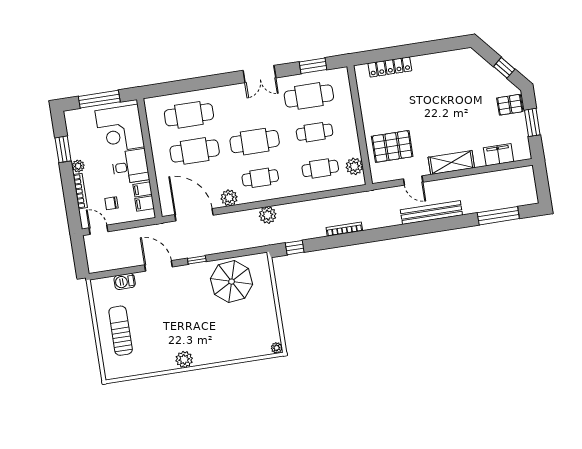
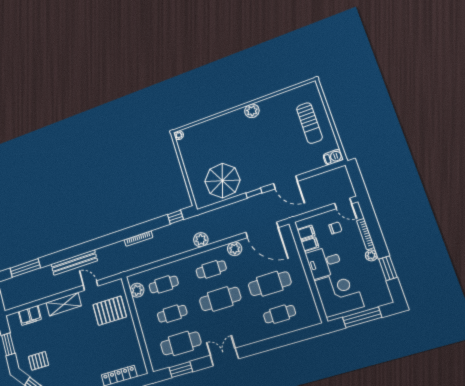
pallet: (510, 105) -> (39, 361), moved
cafe table: (189, 115) -> (279, 314), width x0.73, depth x0.74
barbecue: (125, 282) -> (333, 157), moved

